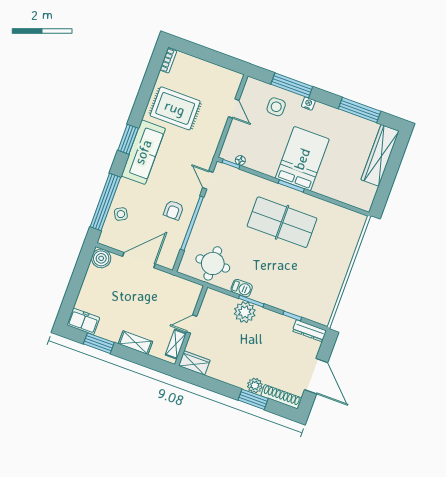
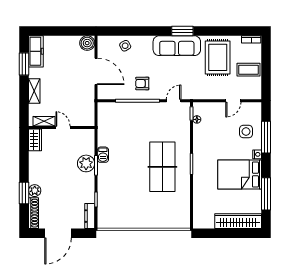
coffee table: (203, 77) -> (249, 70), added
bed: (302, 159) -> (240, 174), moved, turned 180
window: (105, 202) -> (130, 31), removed
round table: (213, 263) -> (113, 127), removed
freezer: (83, 321) -> (36, 51), width x1.40

